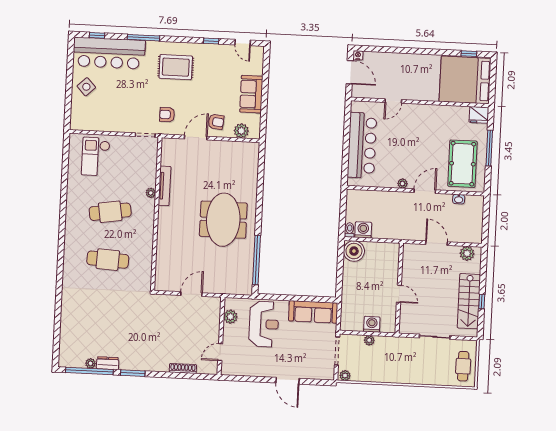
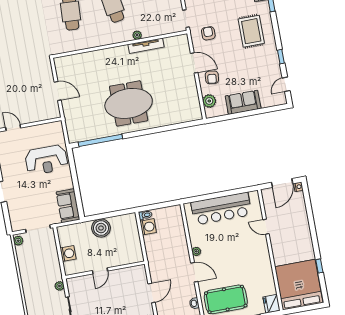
window: (469, 54) -> (319, 266), moved
boiler: (354, 251) -> (101, 228), moved
sofa: (313, 312) -> (68, 206), width x0.73
plant: (230, 317) -> (46, 129), removed
plant: (369, 340) -> (59, 286), moved

